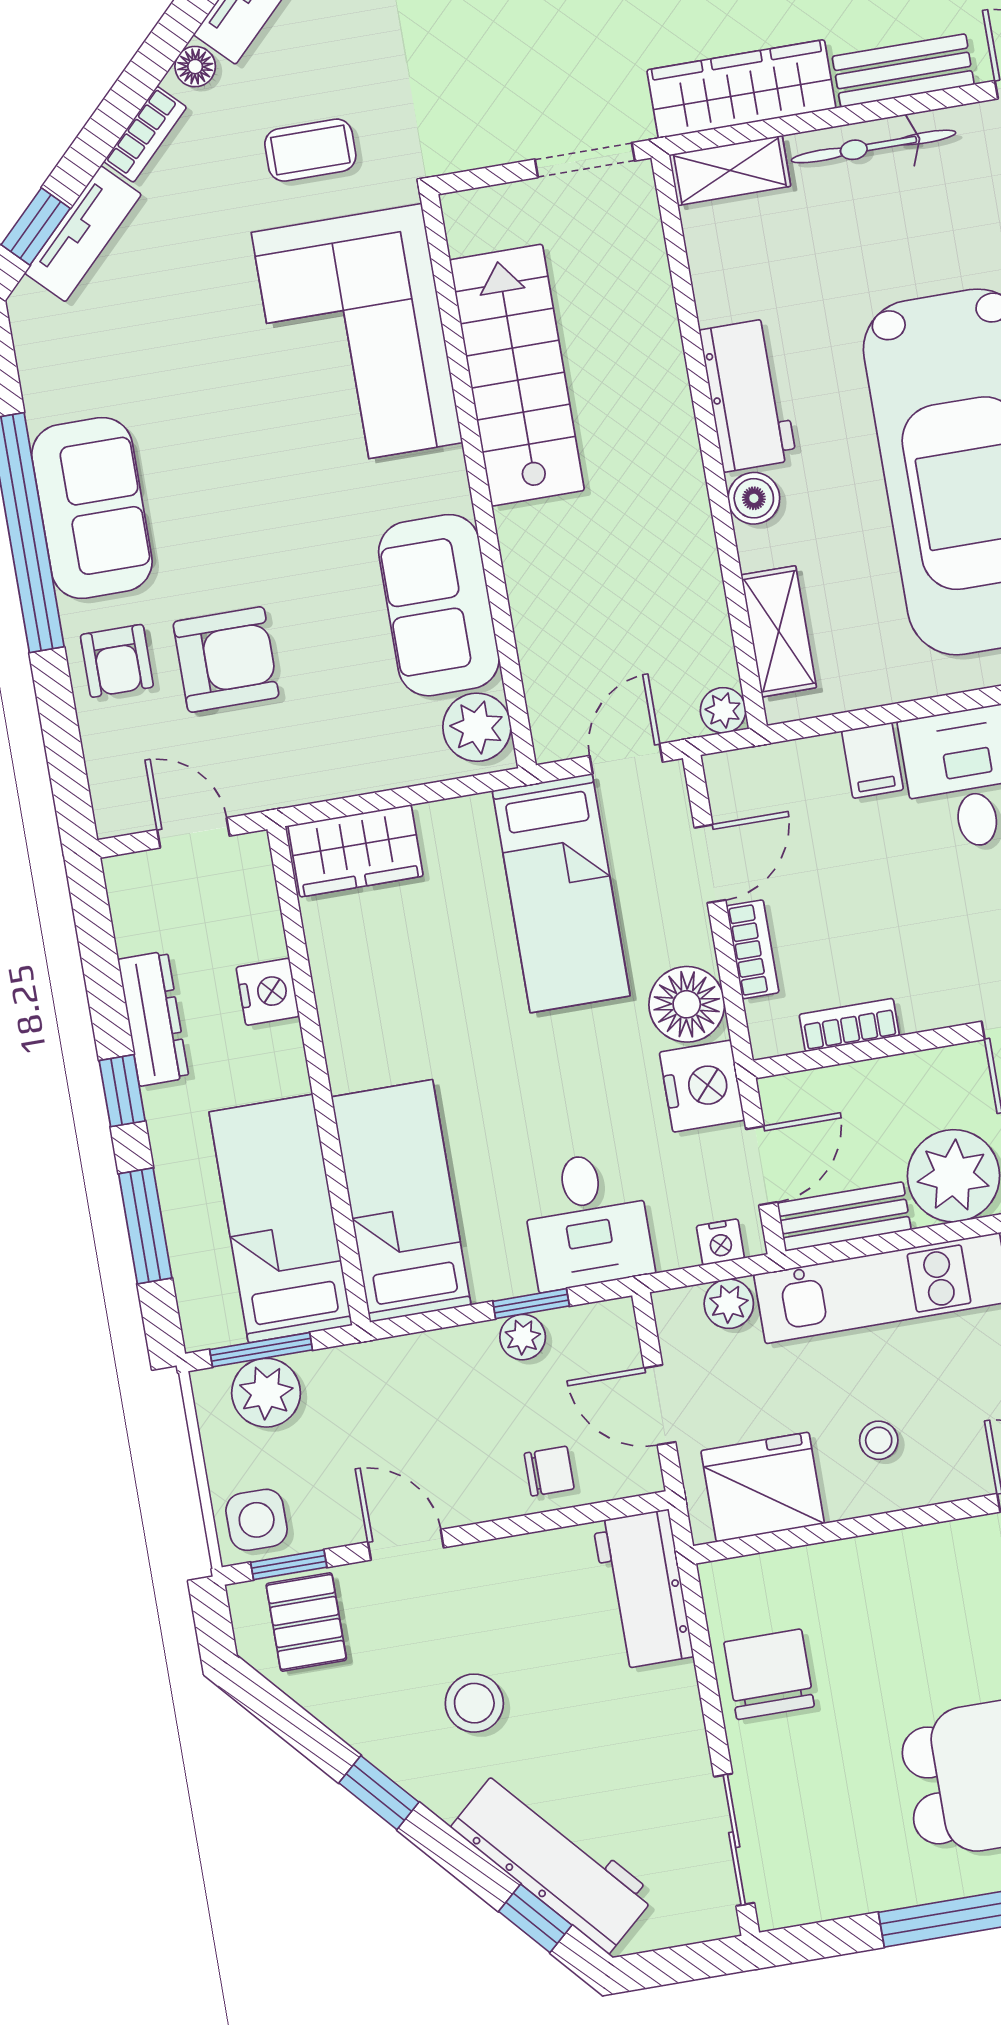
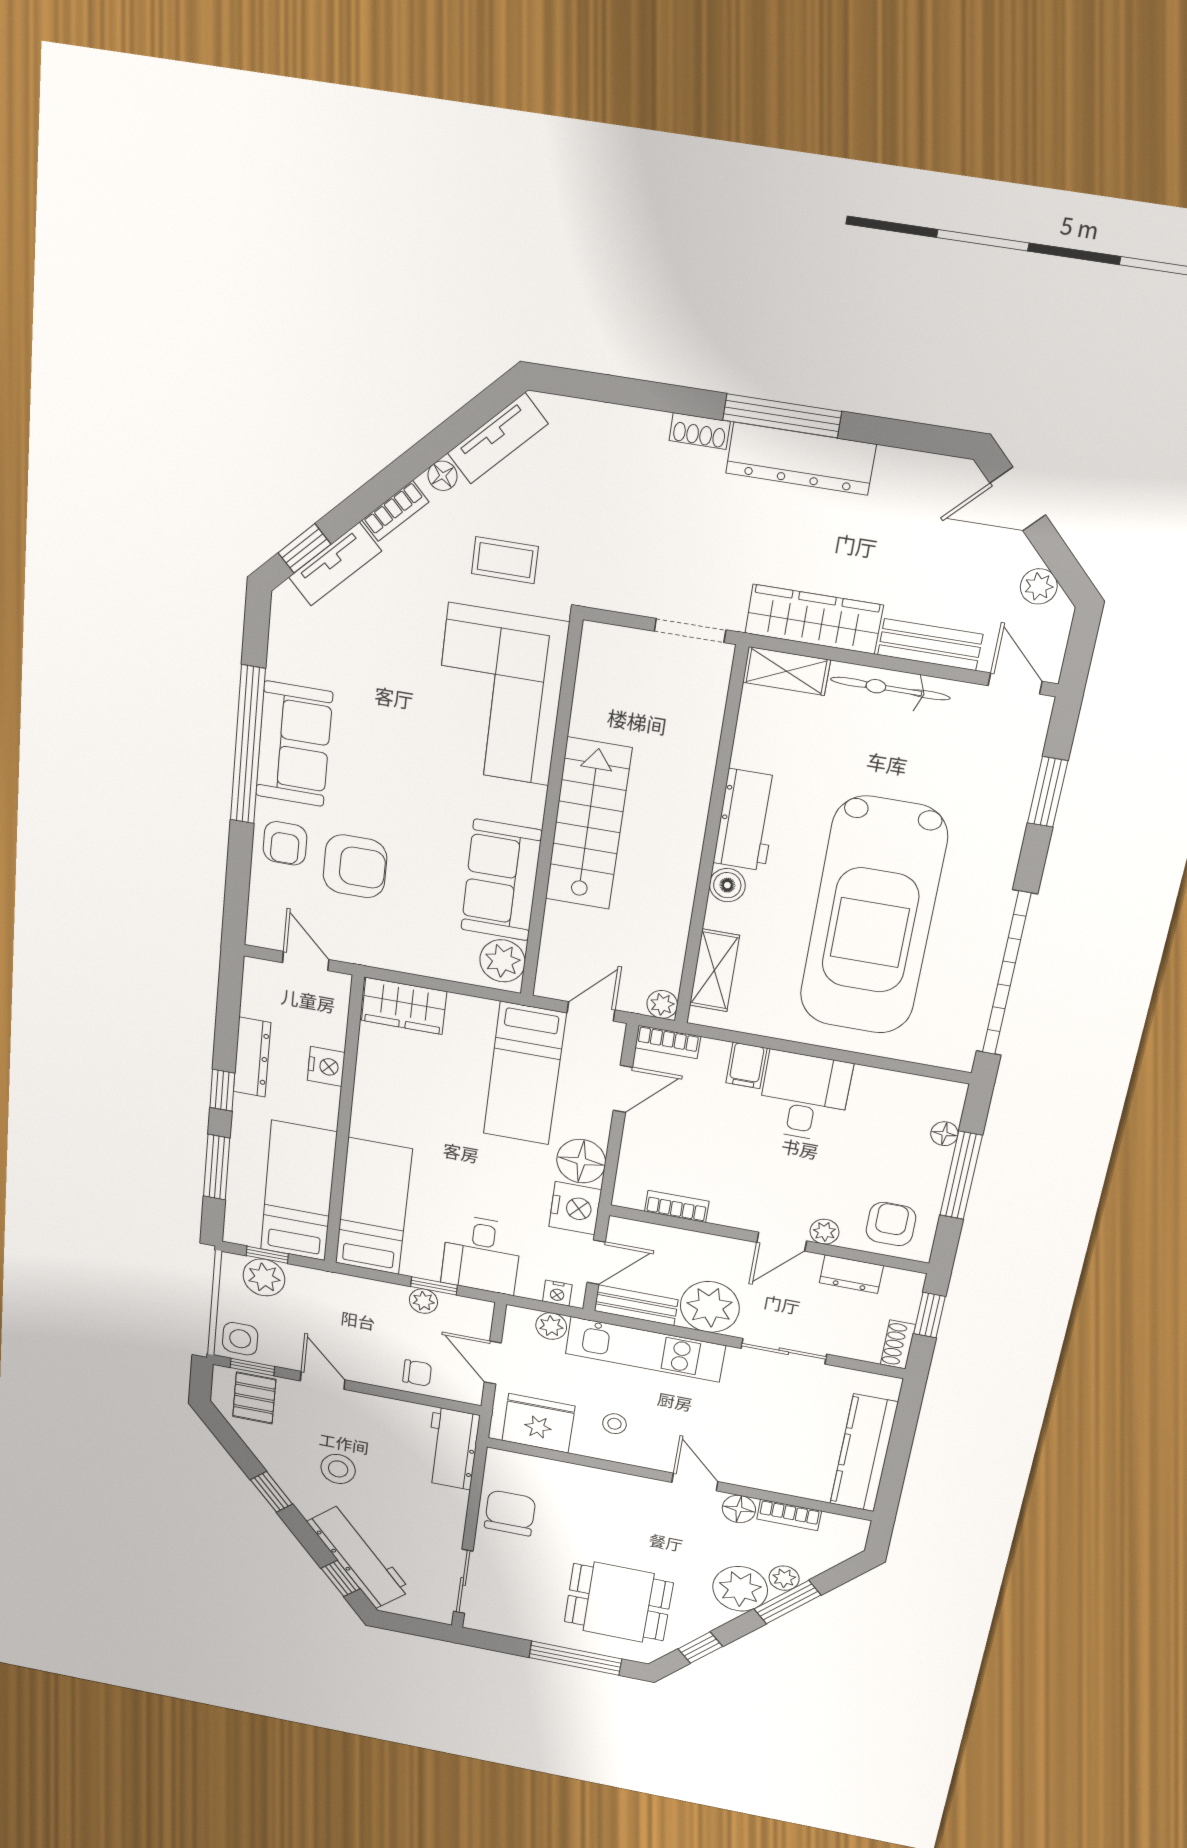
stairs: (517, 375) -> (588, 824), moved
bookcase: (753, 949) -> (668, 1042), moved, turned 90
window: (261, 1350) -> (267, 1255), width x0.67

